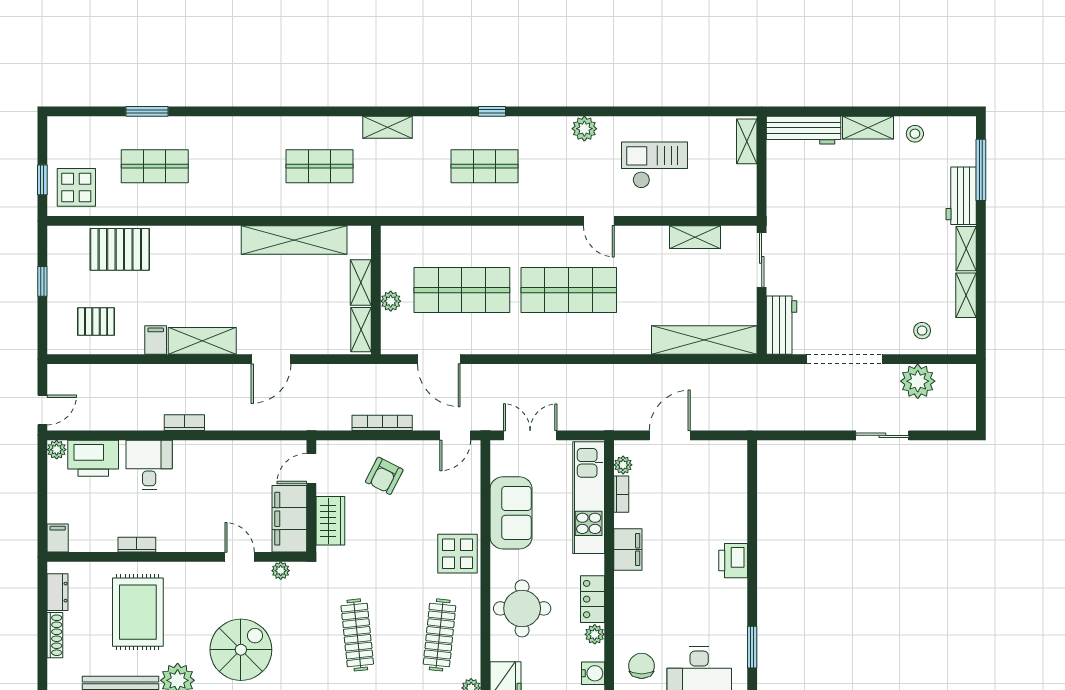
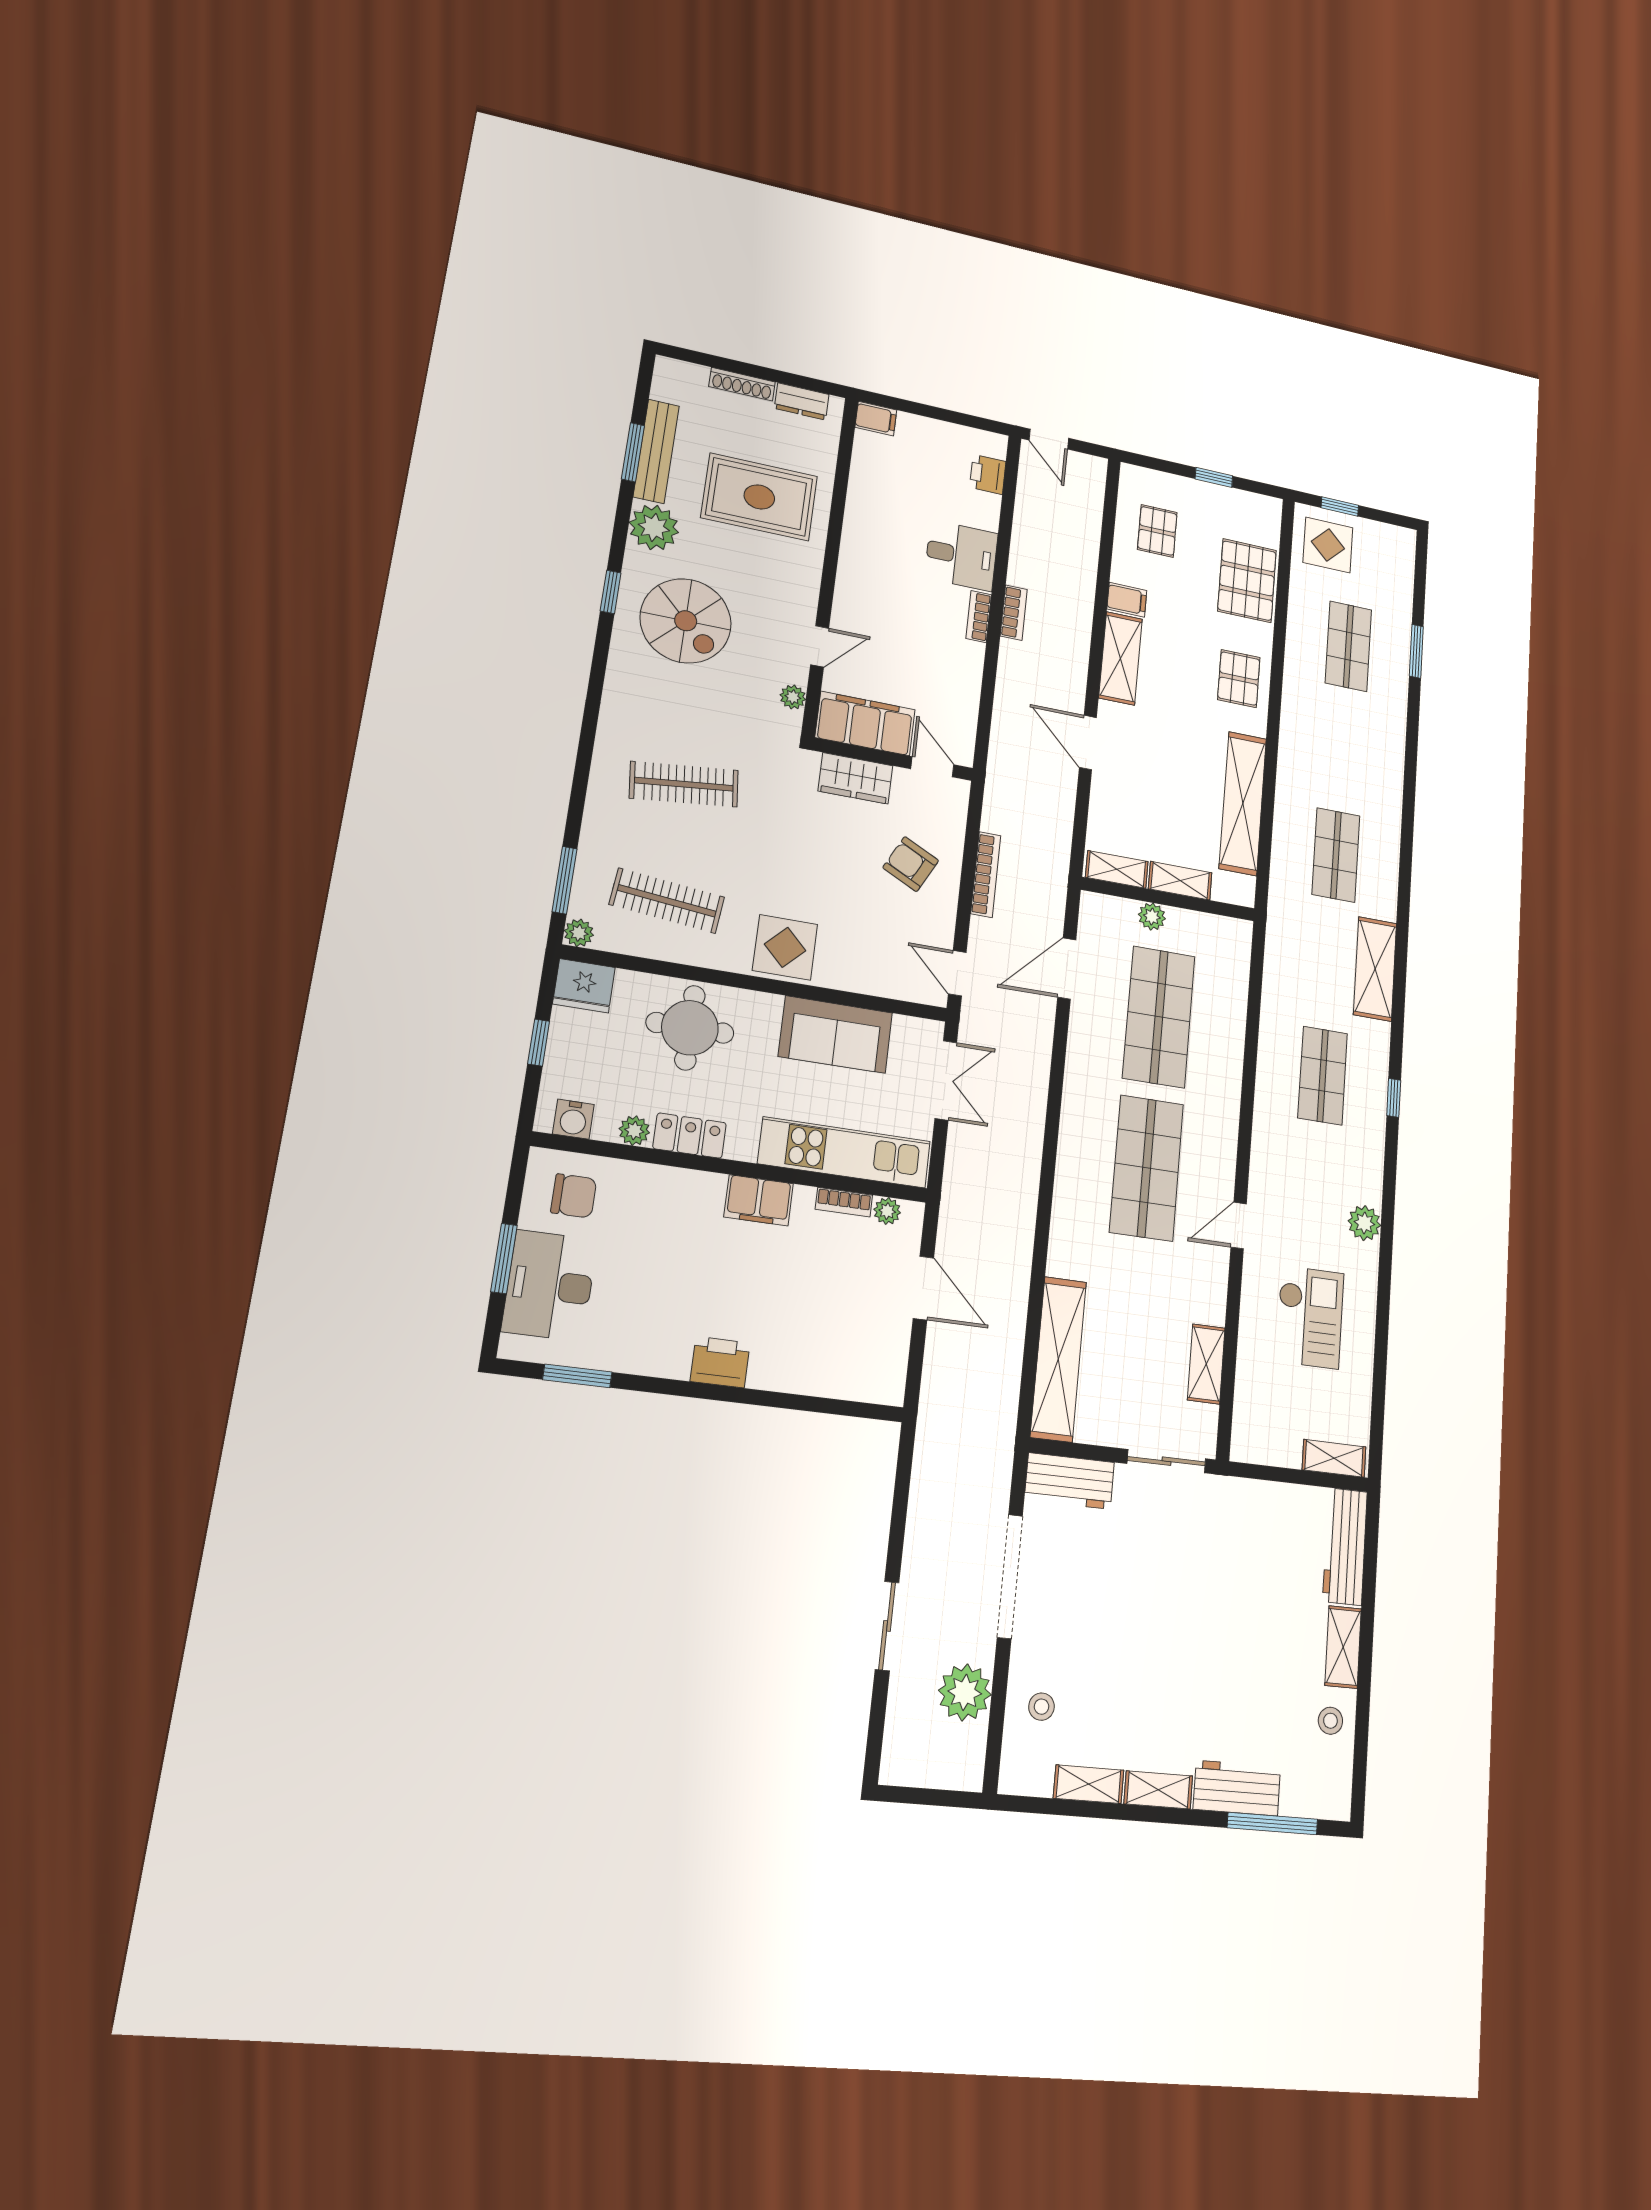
shelving: (387, 127) -> (1375, 969), width x1.50, depth x1.33
pallet: (199, 250) -> (1239, 679), added
plant: (57, 450) -> (995, 445), removed
printer: (93, 458) -> (988, 474), width x0.53, depth x0.68
bookcase: (137, 545) -> (979, 617), moved, turned 180

